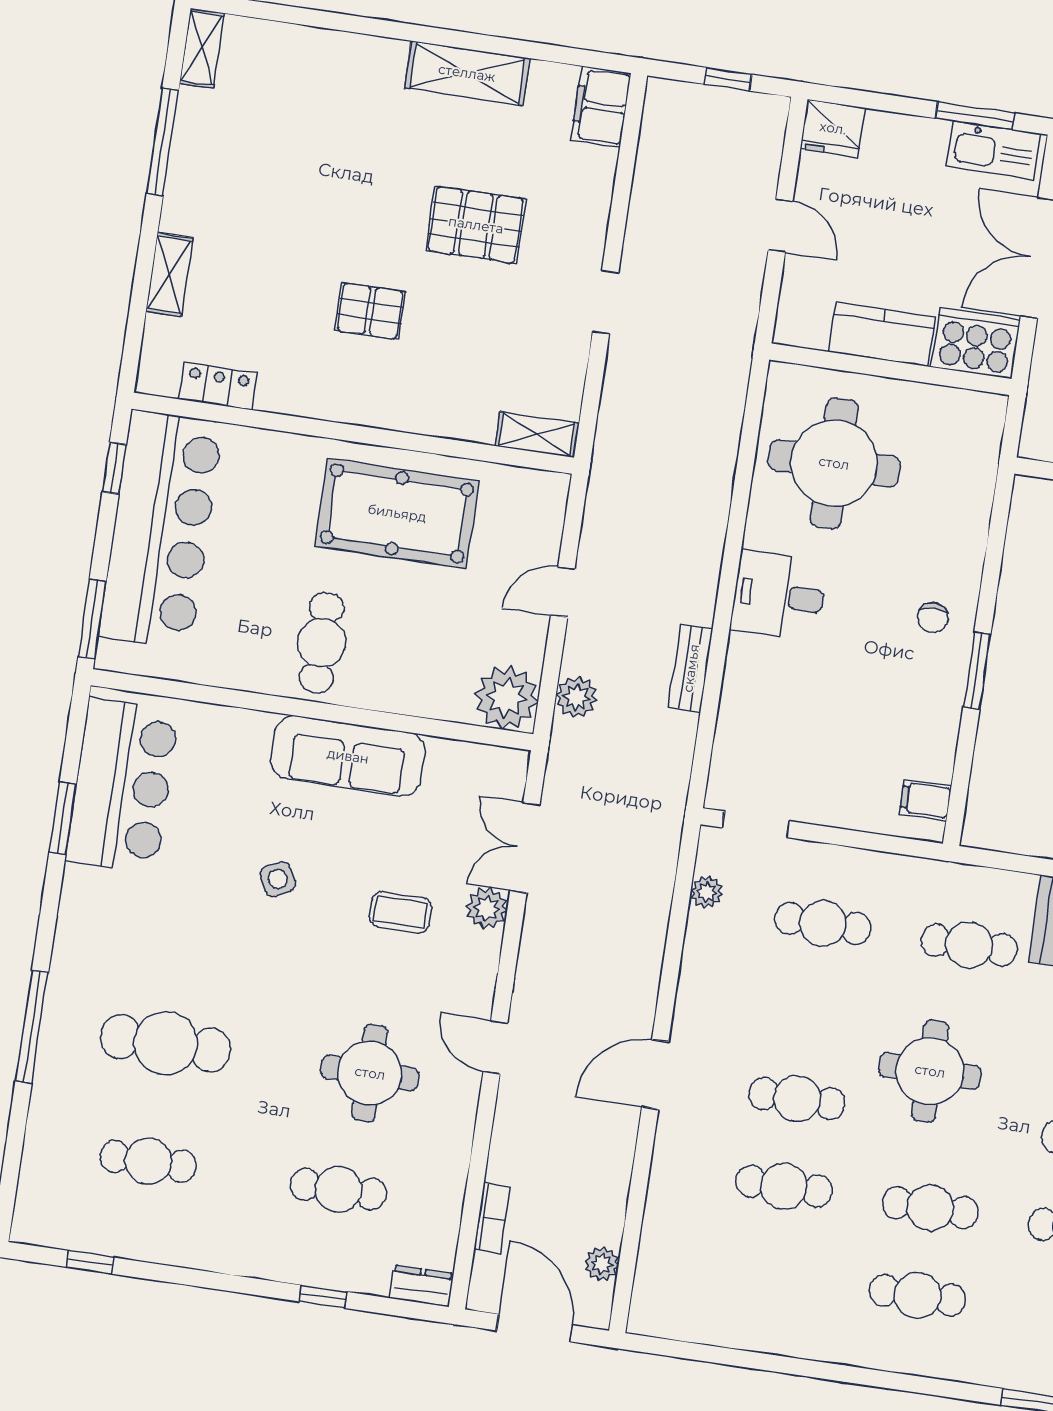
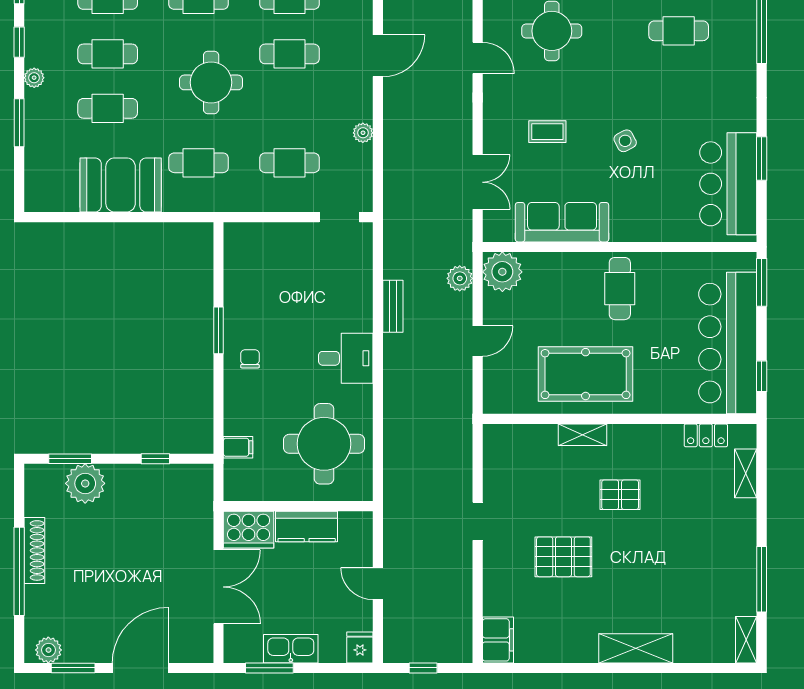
shelving: (467, 73) -> (636, 648), moved
fridge: (833, 128) -> (360, 647), width x0.72
kitchen sink: (993, 150) -> (291, 649), moved
shelving: (169, 275) -> (746, 473), moved
shelving: (537, 434) -> (582, 435), moved
sofa: (348, 756) -> (562, 222), moved
filing cabinet: (925, 800) -> (238, 447), moved
plant: (707, 892) -> (363, 133), moved
plant: (487, 908) -> (495, 142), removed
cafe table: (166, 1043) -> (679, 31), width x0.73, depth x0.74

